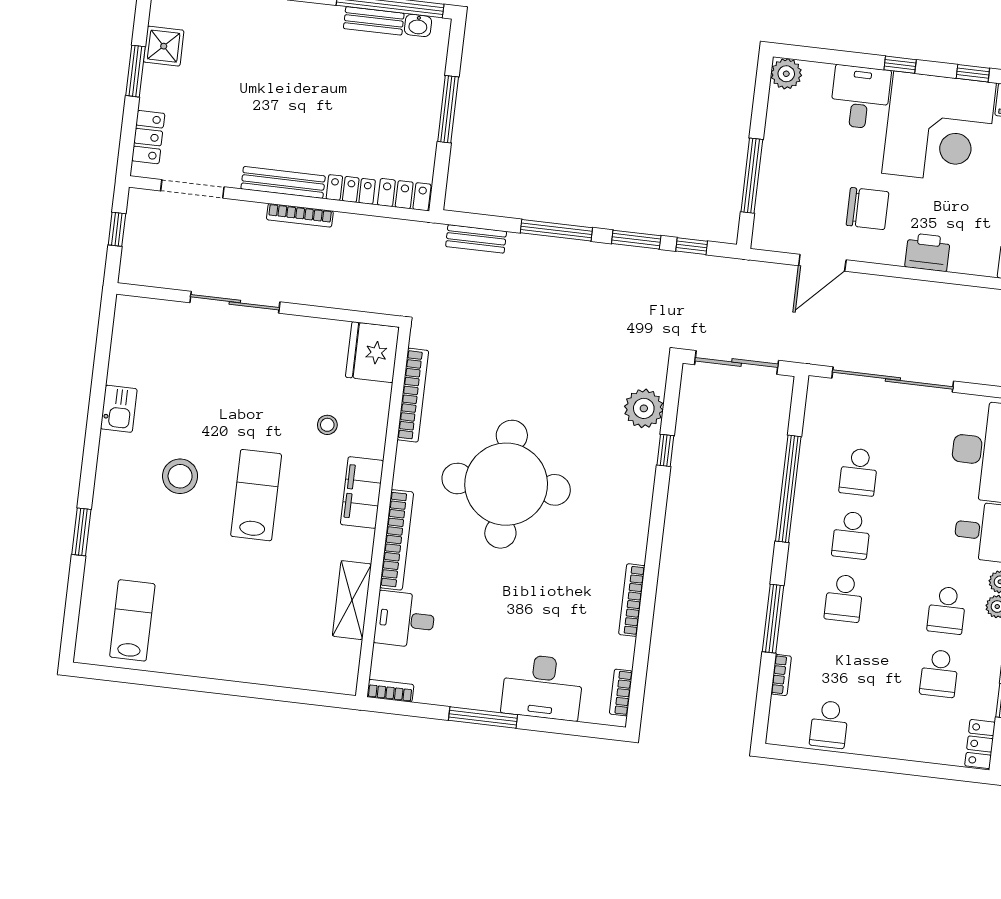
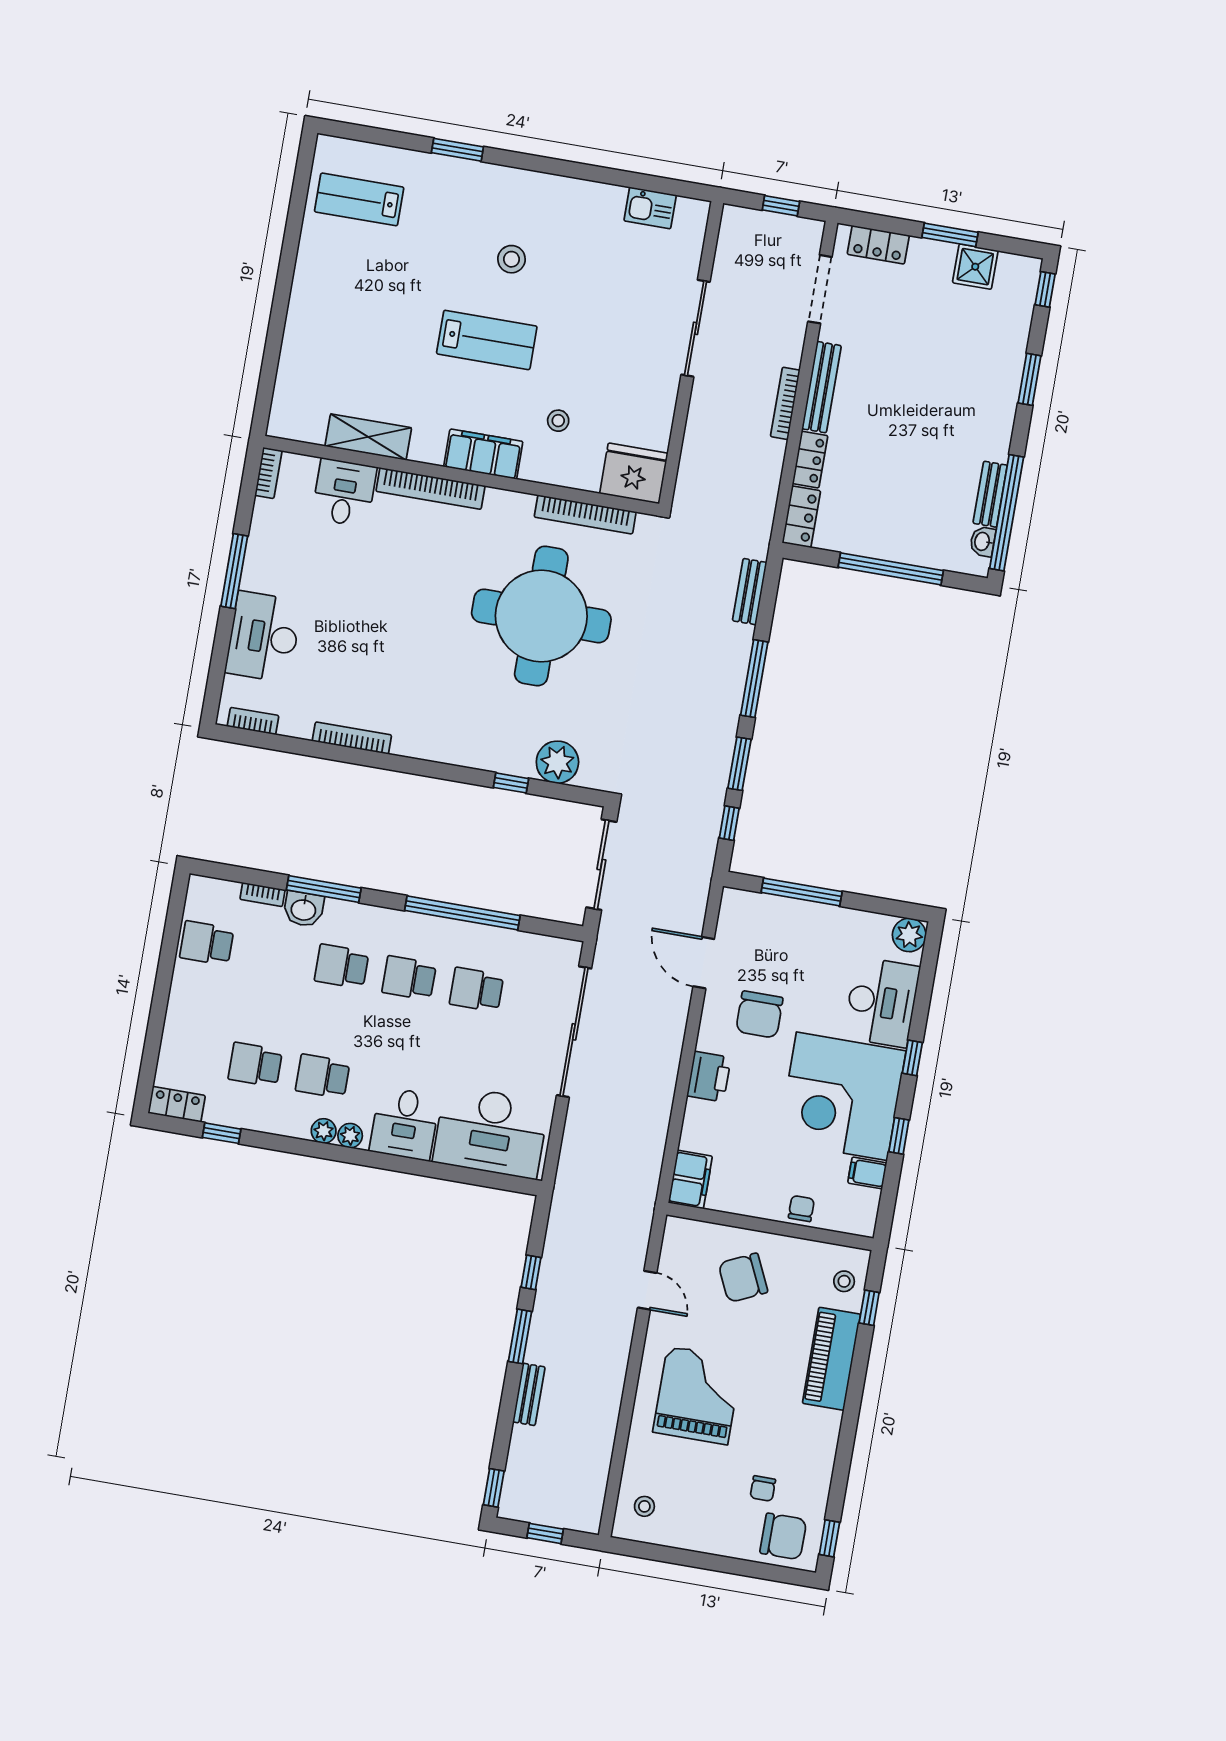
desk: (860, 97) -> (882, 1002), width x1.37
window: (448, 109) -> (891, 569), width x1.46
kitchen sink: (119, 409) -> (650, 208), moved
stool: (180, 476) -> (511, 259), width x0.73, depth x0.73
round table: (506, 484) -> (541, 616), moved
lab bench: (132, 620) -> (359, 199), turned 180
washbasin: (793, 636) -> (304, 909), added

